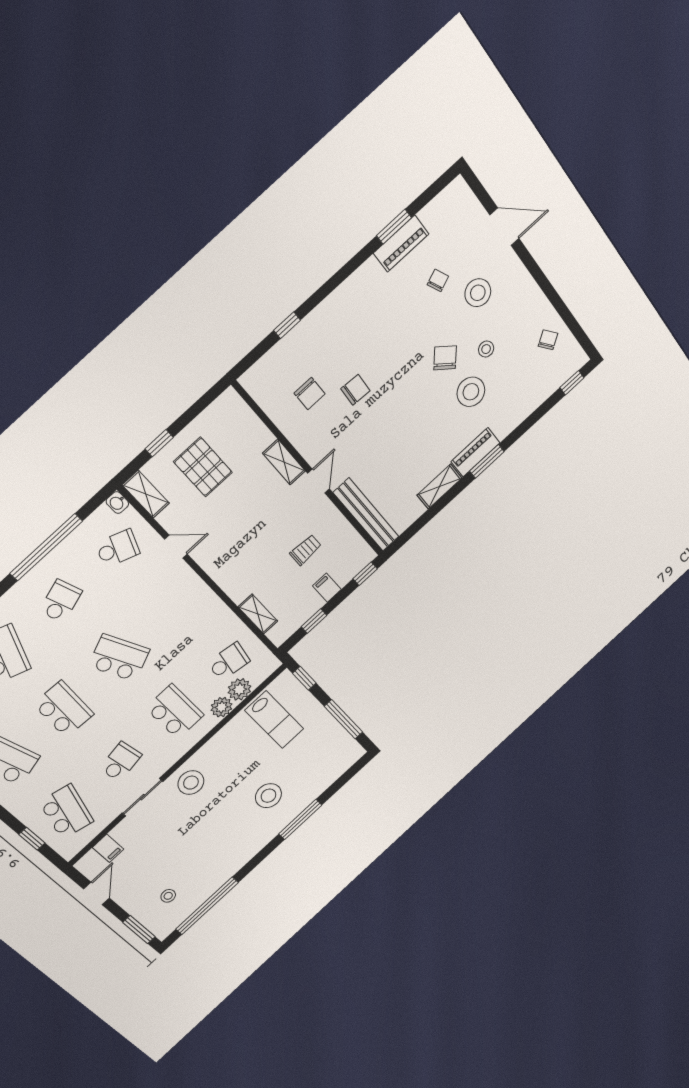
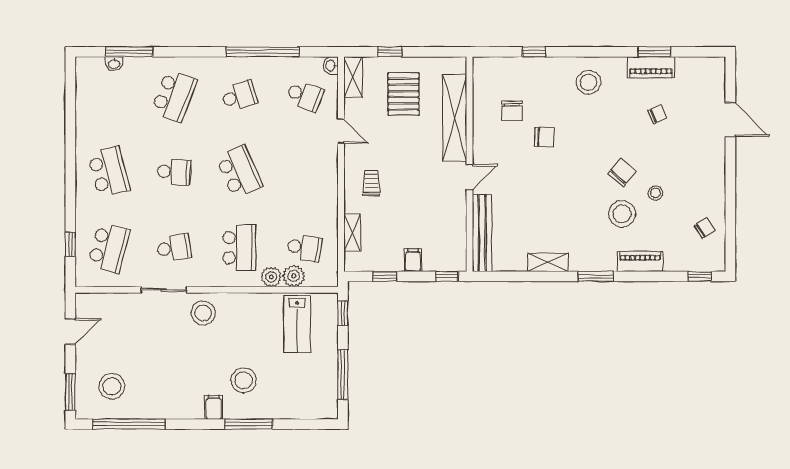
stool: (478, 293) -> (589, 82), moved
piano: (475, 452) -> (640, 262), moved
shelving: (284, 462) -> (455, 118), width x2.20, depth x1.33
trolley: (305, 550) -> (371, 183), moved, turned -90
school desk: (64, 709) -> (174, 172), width x0.54
filing cabinet: (108, 848) -> (214, 407), moved, turned 180
stool: (168, 896) -> (112, 386), width x1.89, depth x1.89

